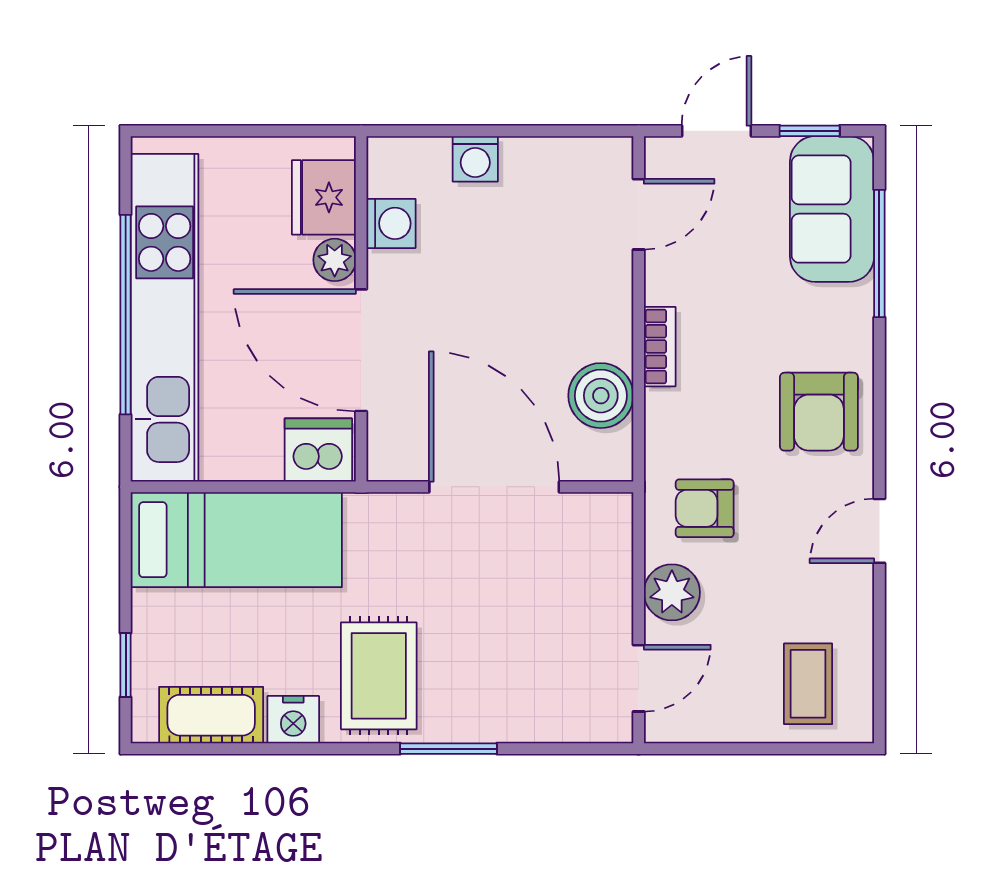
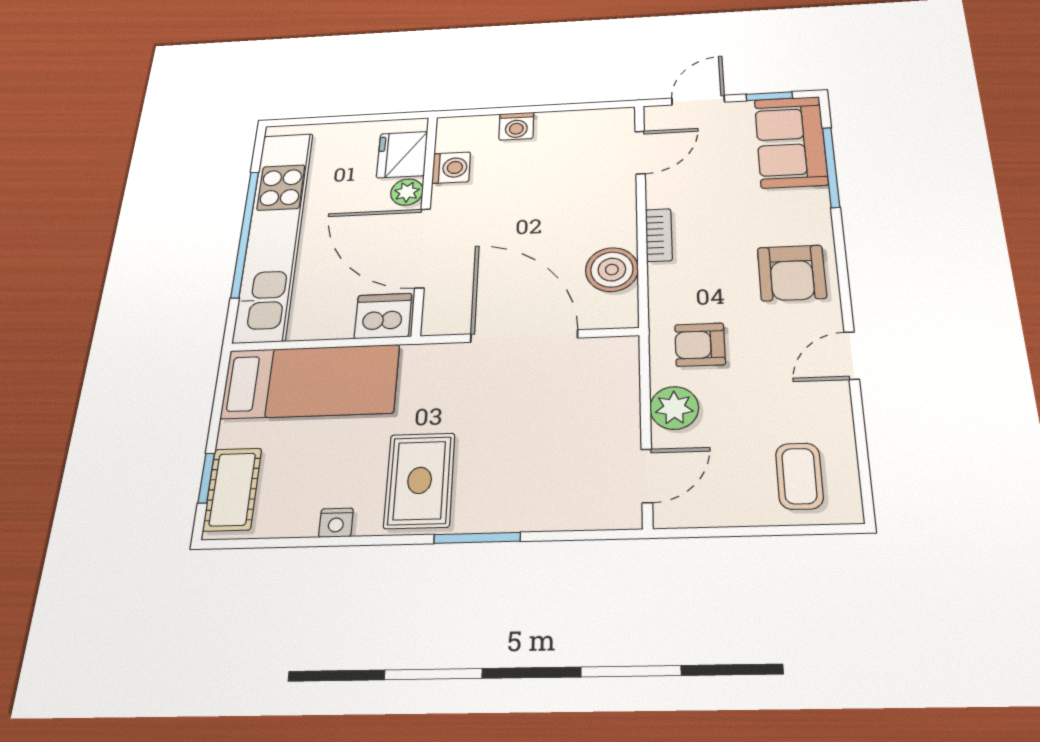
cot: (211, 715) -> (232, 489), moved, turned 90
nightstand: (293, 720) -> (336, 523), width x0.72, depth x0.74

